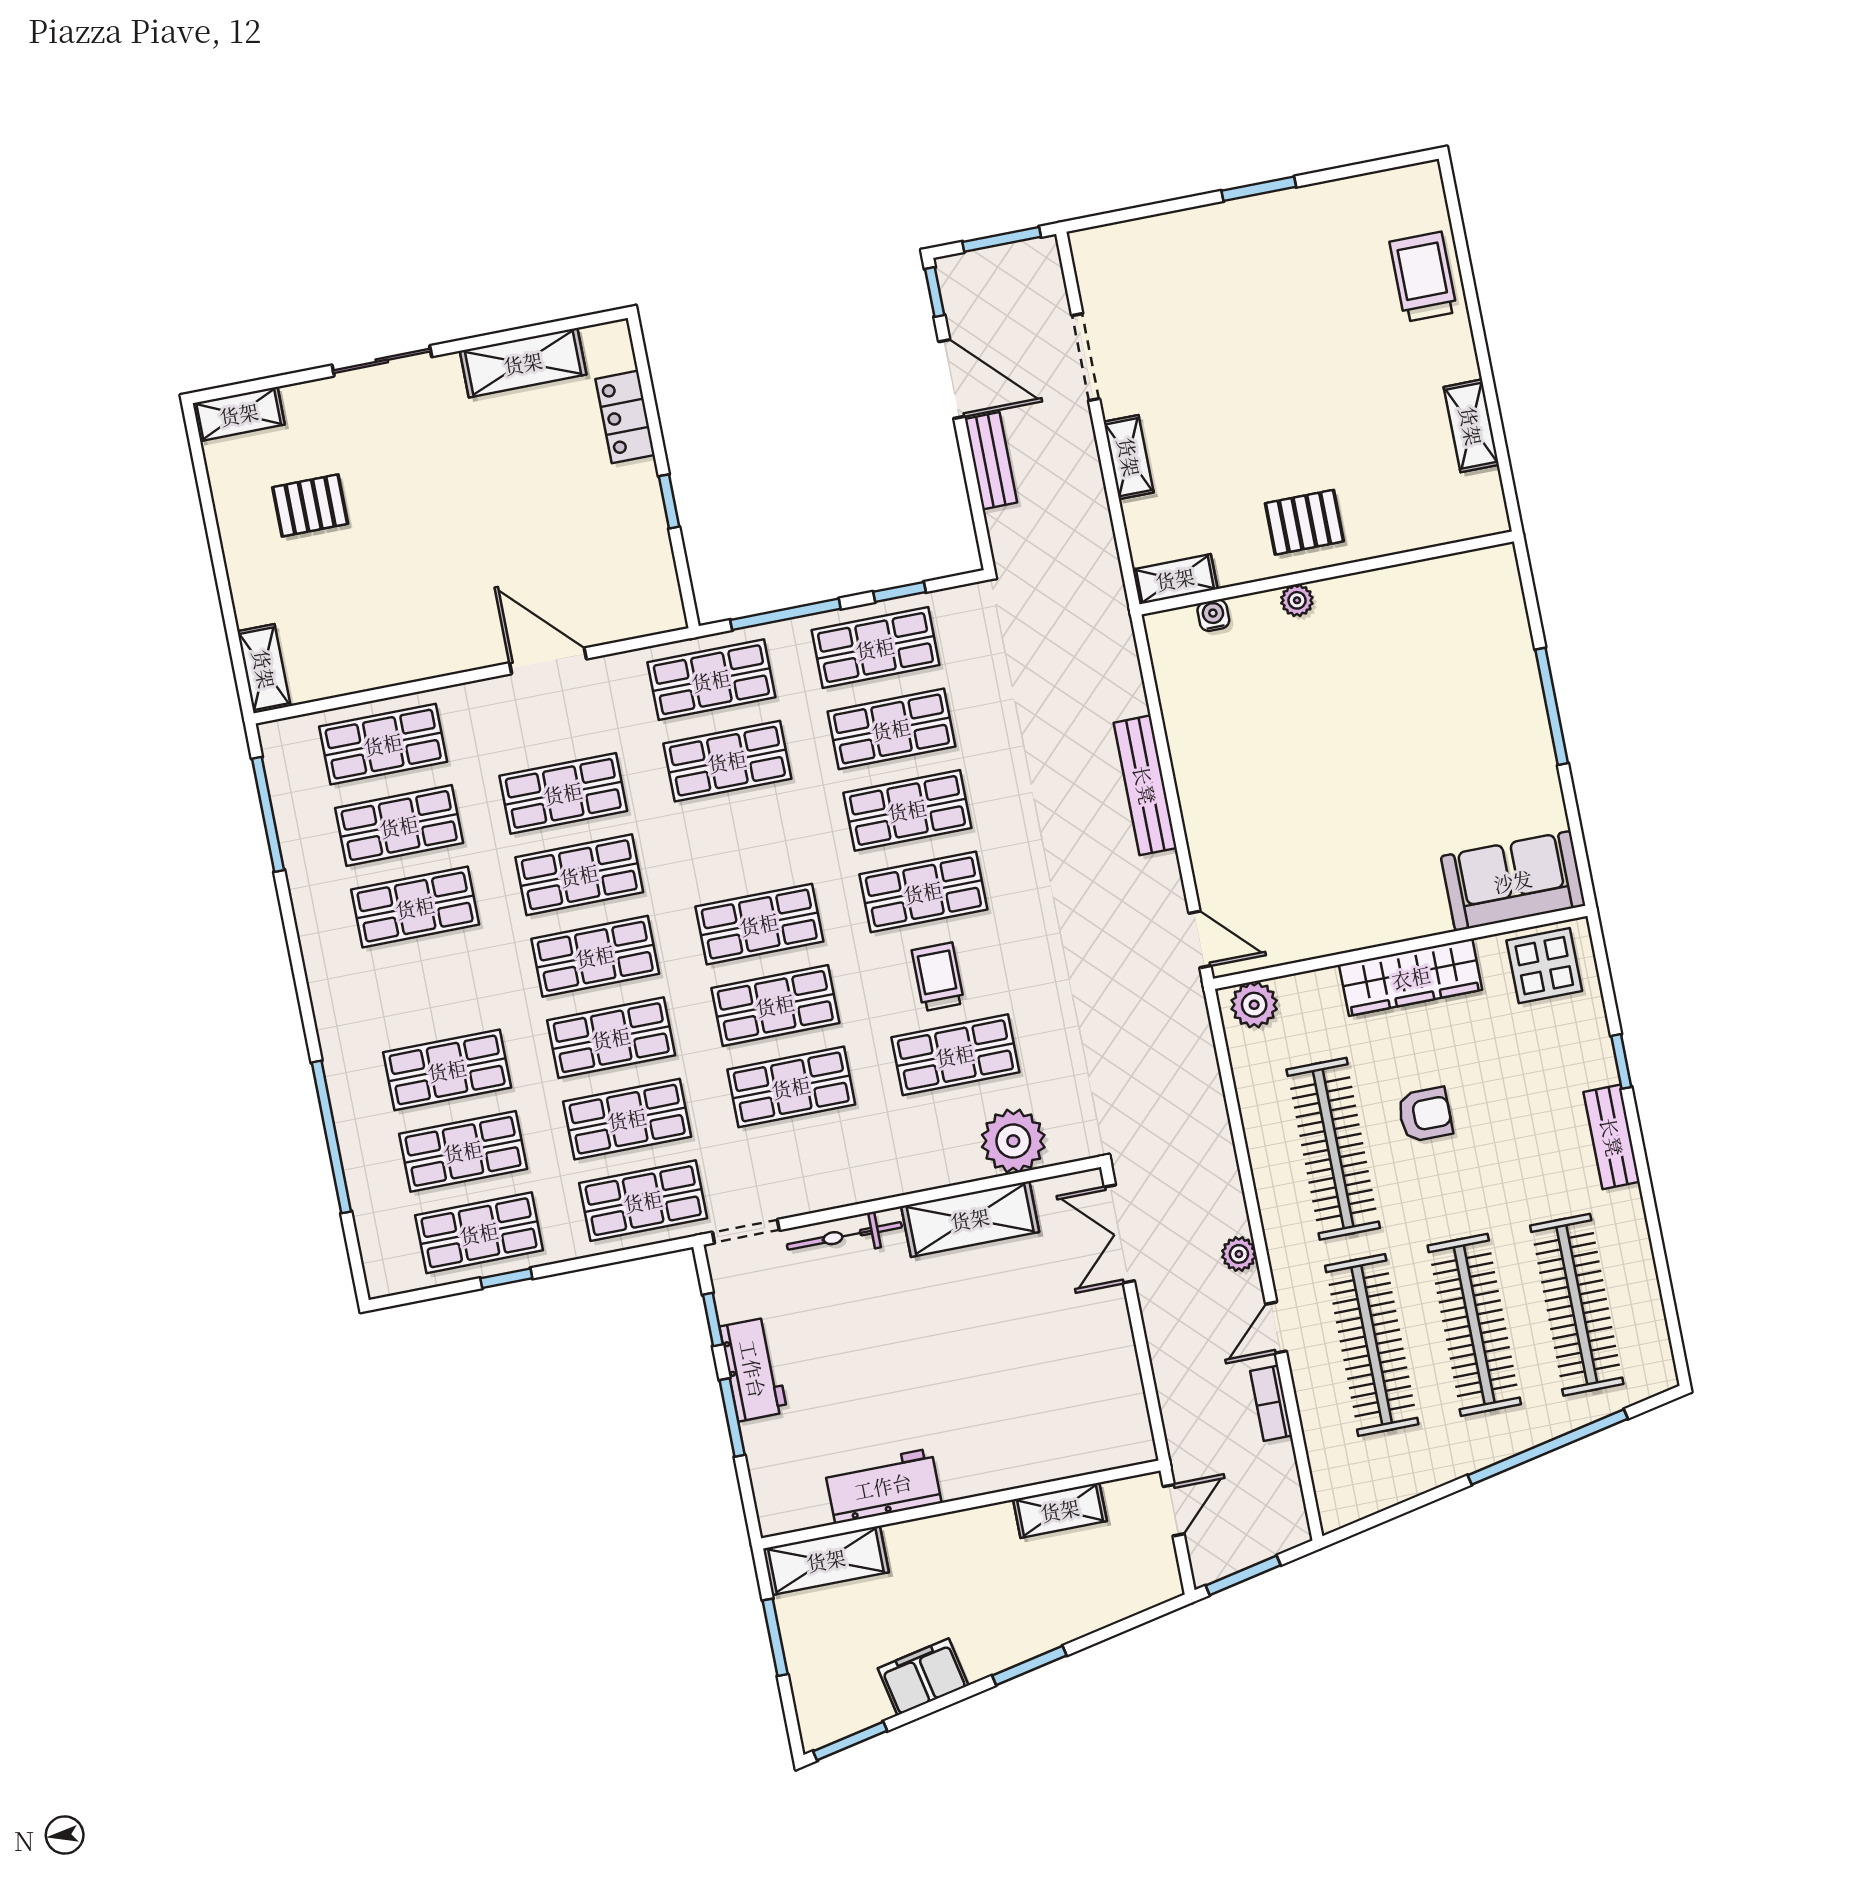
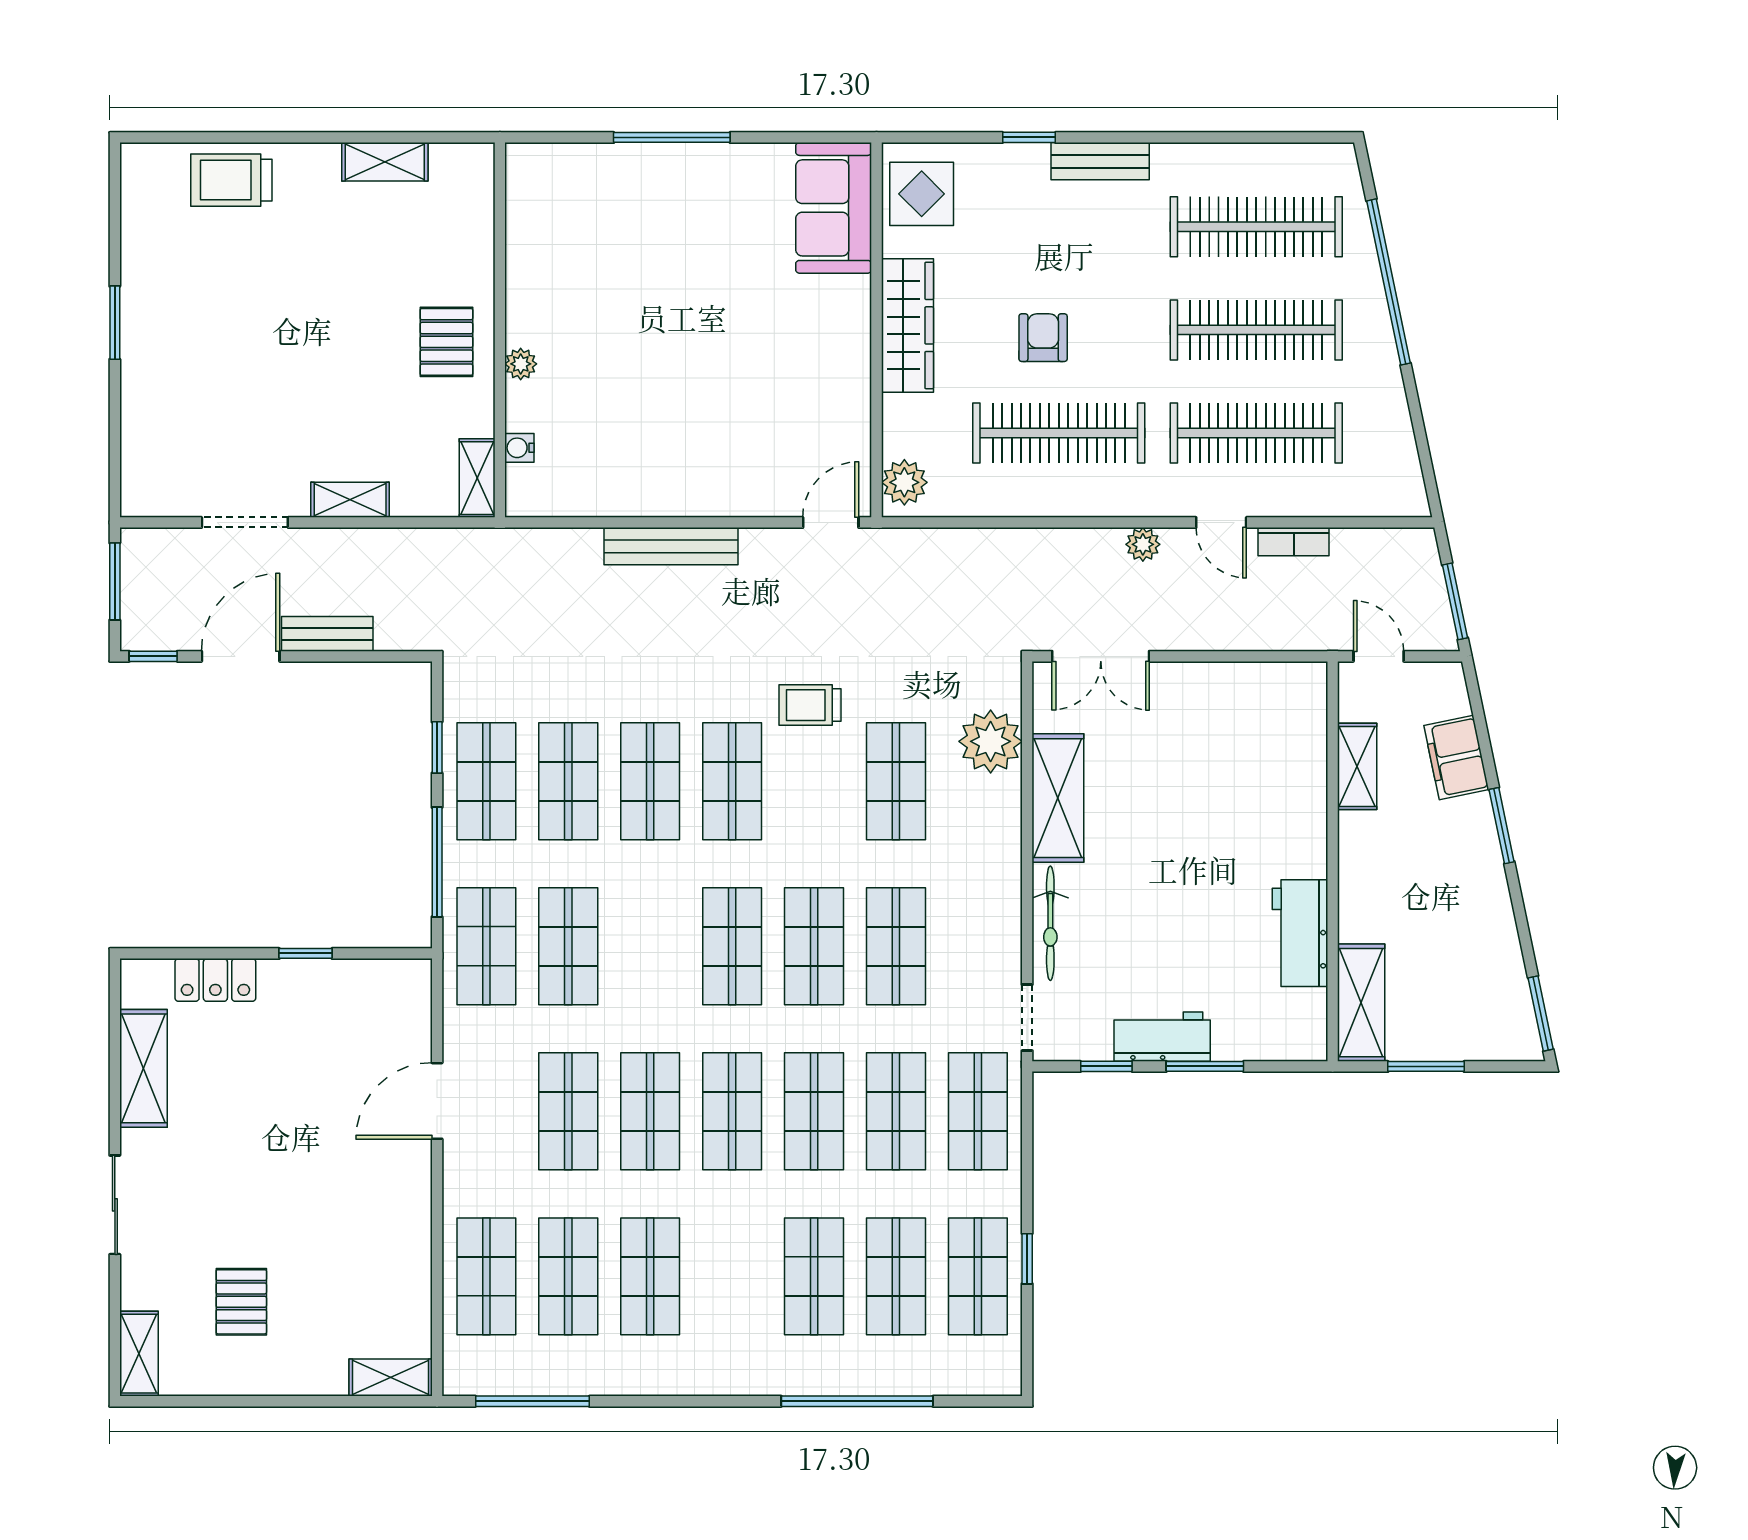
trolley: (938, 977) -> (810, 705), moved
filing cabinet: (923, 1677) -> (1456, 757), moved

